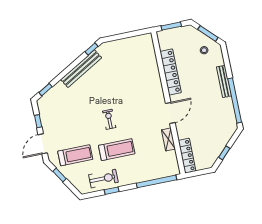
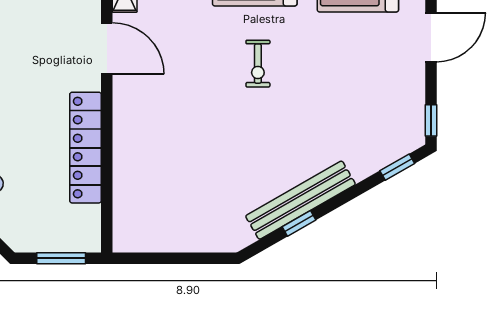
window: (91, 49) -> (299, 223), moved
door: (170, 113) -> (107, 48), swing flipped
window: (38, 121) -> (431, 120), moved

